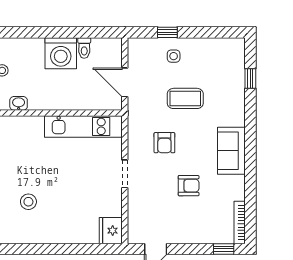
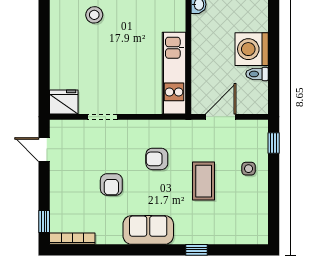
window: (167, 32) -> (274, 143), moved
window: (250, 78) -> (196, 250), moved
doorway: (125, 174) -> (102, 117), moved

